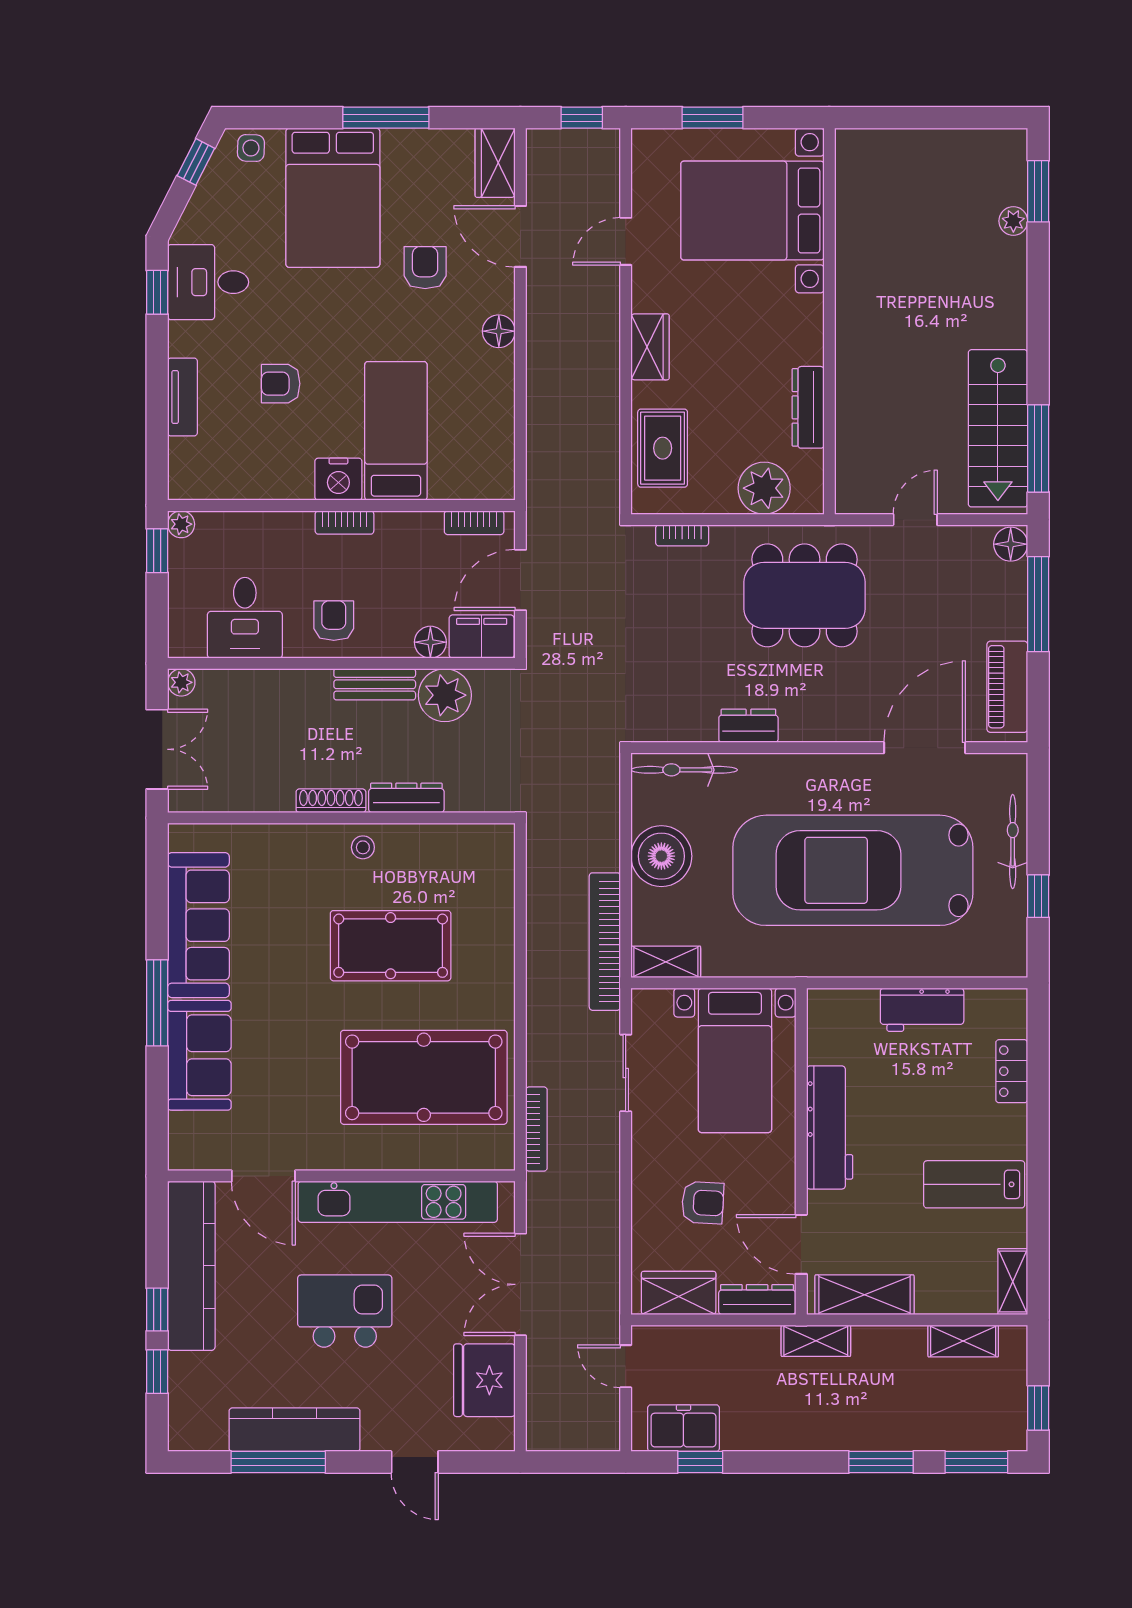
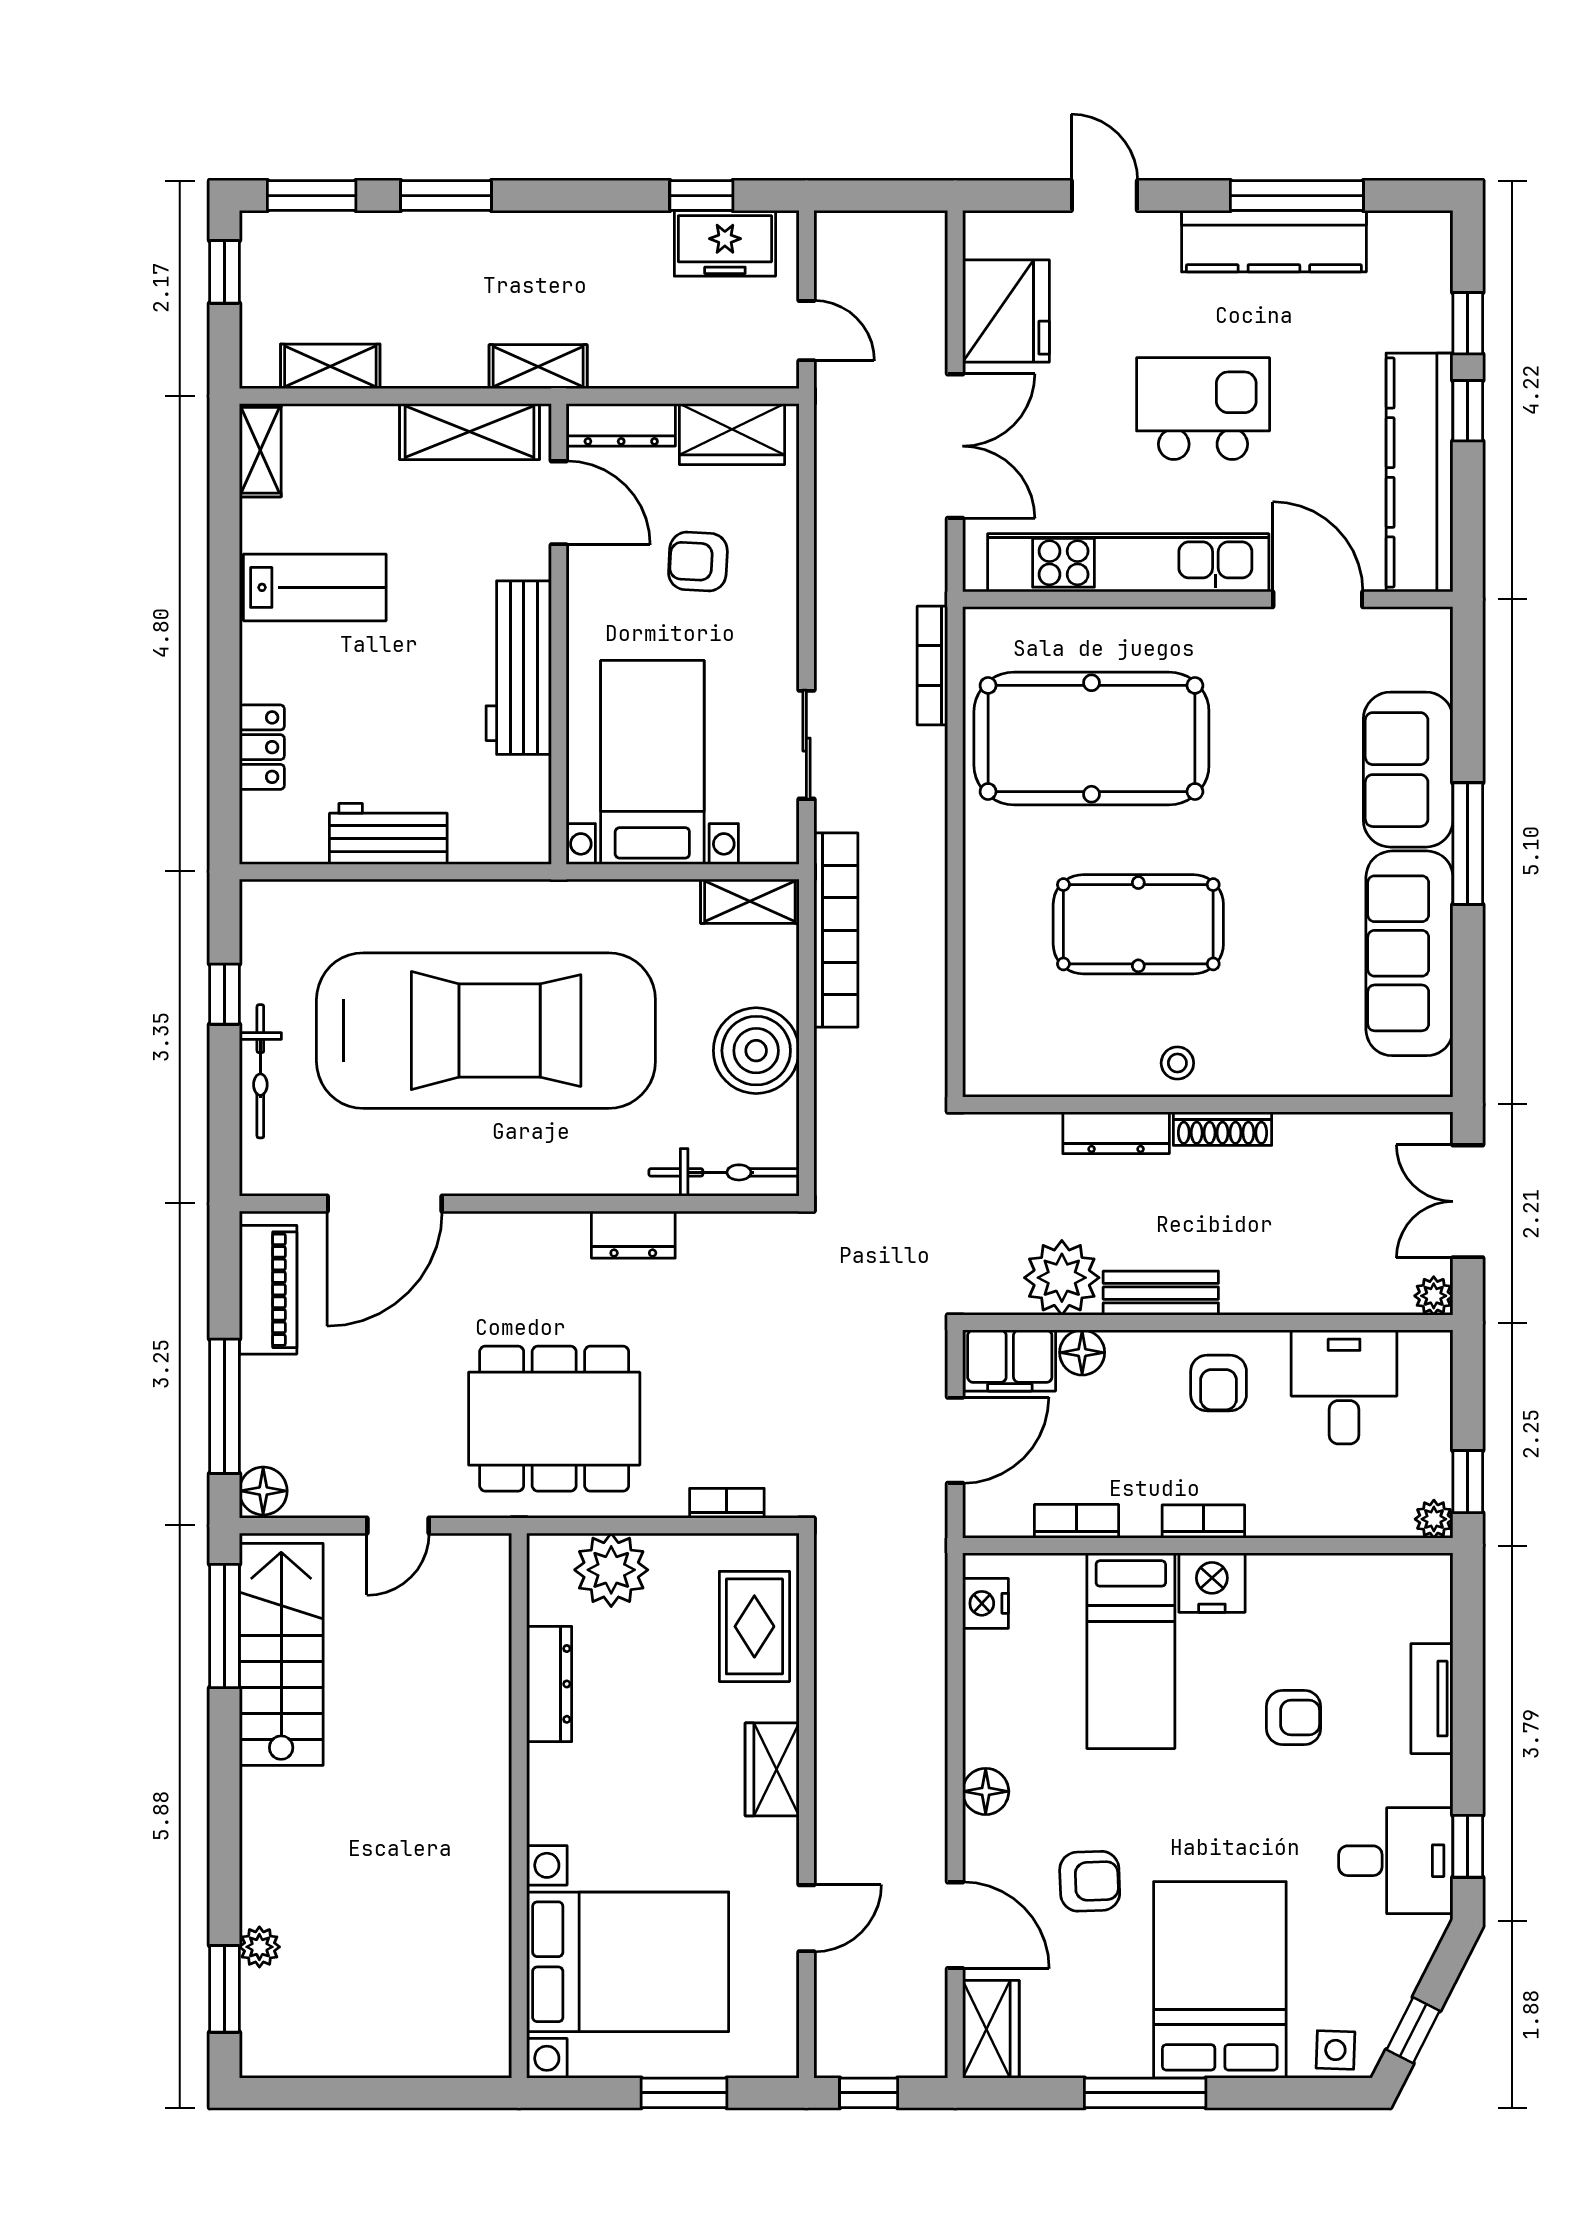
armchair: (425, 268) -> (1090, 1881), turned -92
nightstand: (499, 464) -> (985, 1603), added
bookcase: (474, 523) -> (1076, 1521), moved
kitchen island: (345, 1311) -> (1203, 409), turned 180

